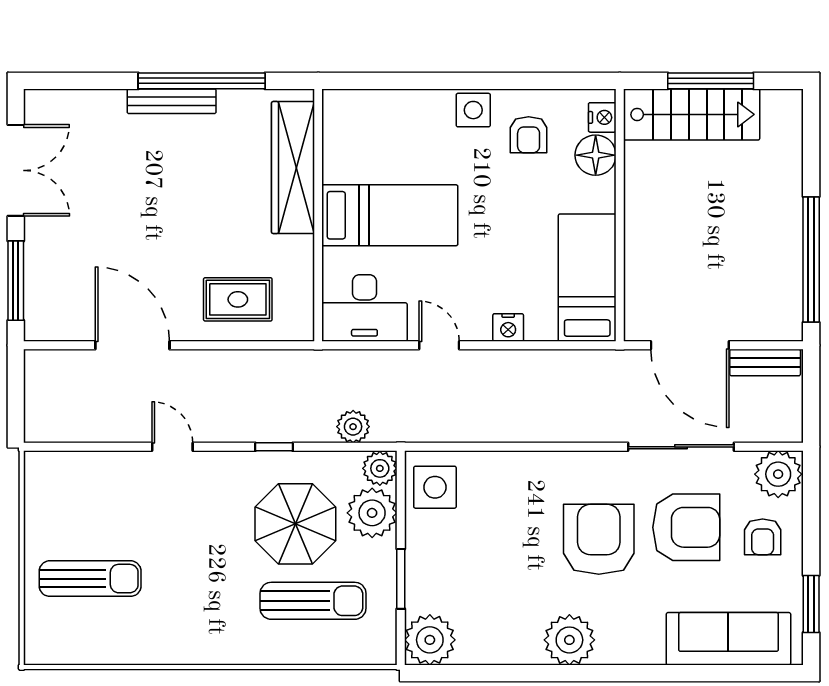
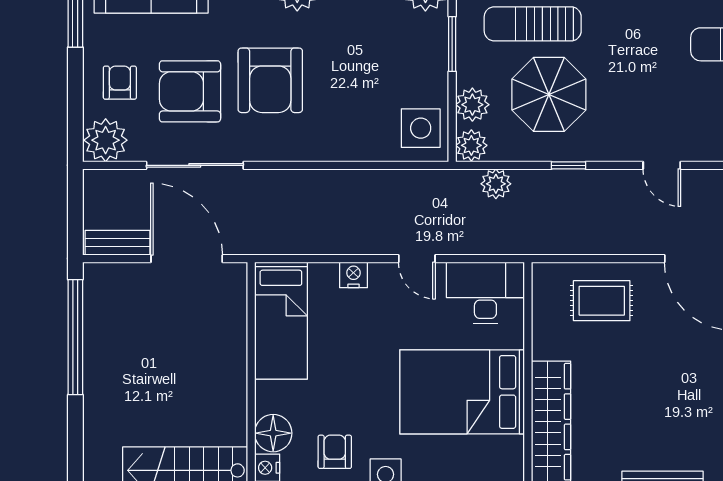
bed: (390, 215) -> (462, 392), width x1.50
plant: (372, 513) -> (472, 105), width x0.73, depth x0.73

